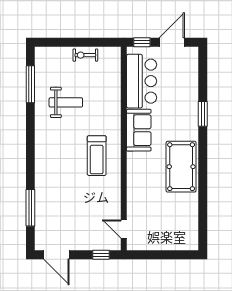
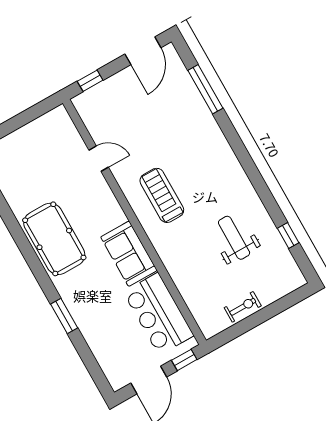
window: (30, 84) -> (288, 236), width x0.46
weight bench: (66, 102) -> (234, 238), turned 90
door: (124, 229) -> (99, 159), moved
door: (56, 255) -> (143, 51), swing flipped

